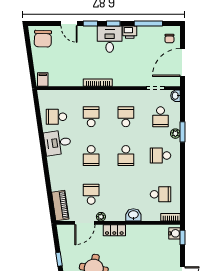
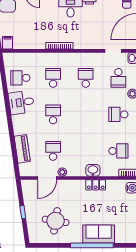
school desk: (91, 156) -> (53, 114), turned 180
school desk: (126, 156) -> (86, 114), removed
piano: (60, 206) -> (22, 149), moved
locker: (114, 230) -> (96, 185), moved

